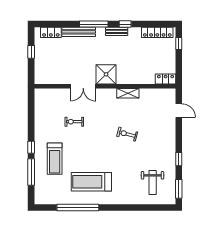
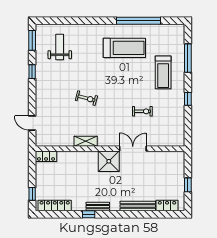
window: (94, 24) -> (122, 214), removed
window: (31, 147) -> (188, 99), moved
treadmill: (55, 159) -> (163, 72), turned 180

